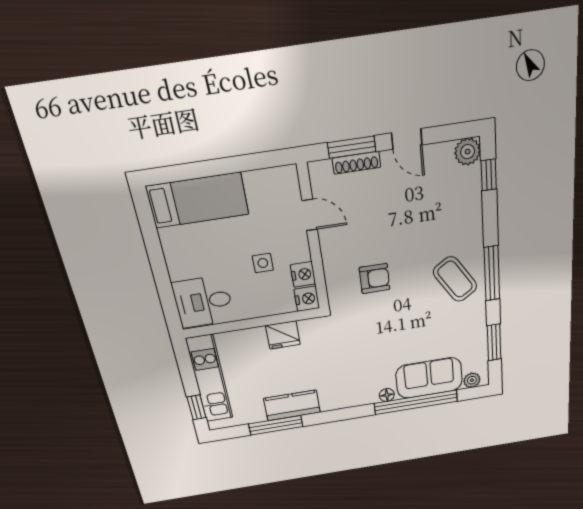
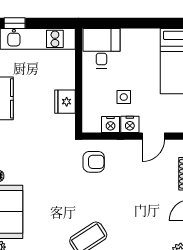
armchair: (375, 279) -> (94, 162), moved, turned -90
nightstand: (307, 299) -> (130, 124), moved

